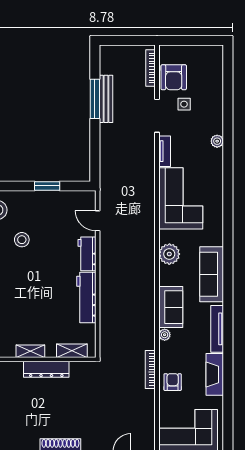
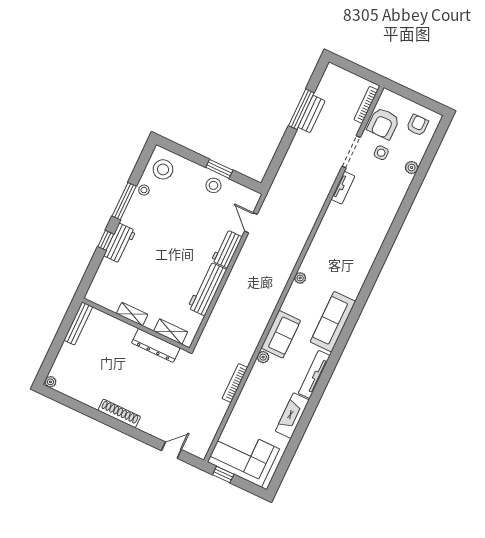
bench: (106, 99) -> (312, 114), width x0.73
plant: (217, 141) -> (412, 168), moved
corner sofa: (181, 198) -> (337, 238), removed
stool: (22, 240) -> (213, 185), moved
plant: (169, 254) -> (300, 278), width x0.53, depth x0.53
dresser: (46, 369) -> (156, 345), moved
armchair: (173, 382) -> (417, 125), moved

